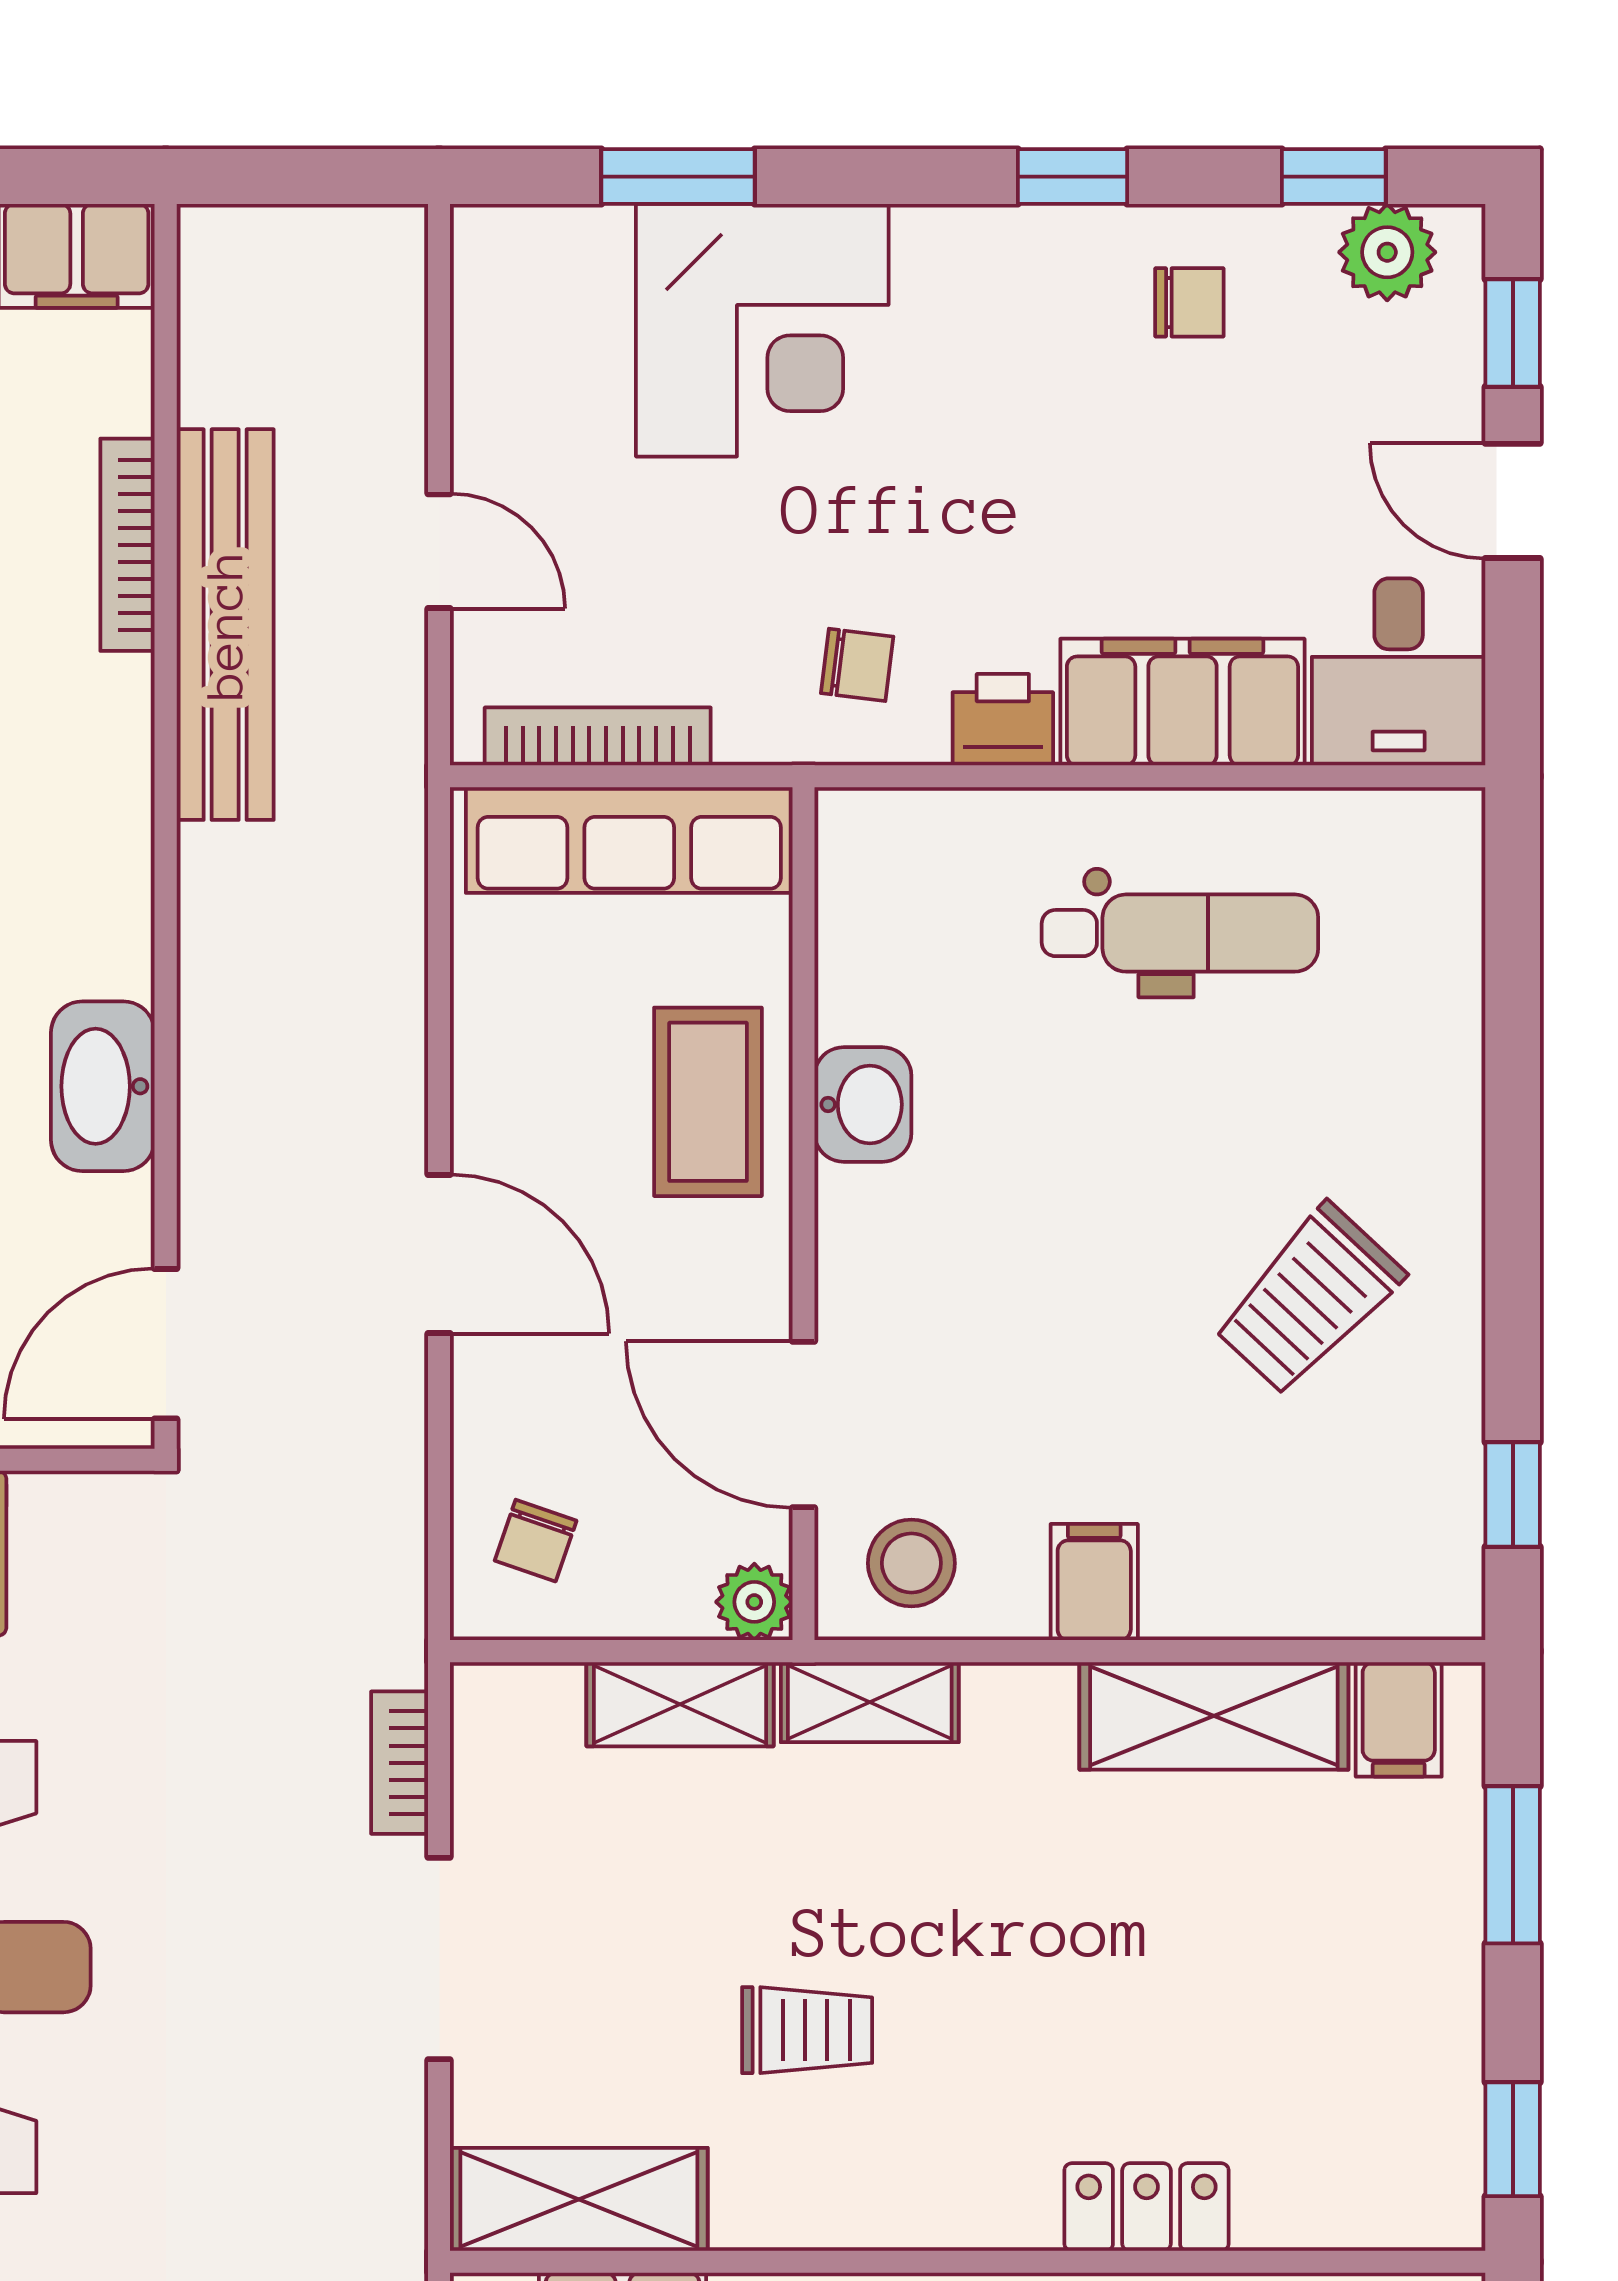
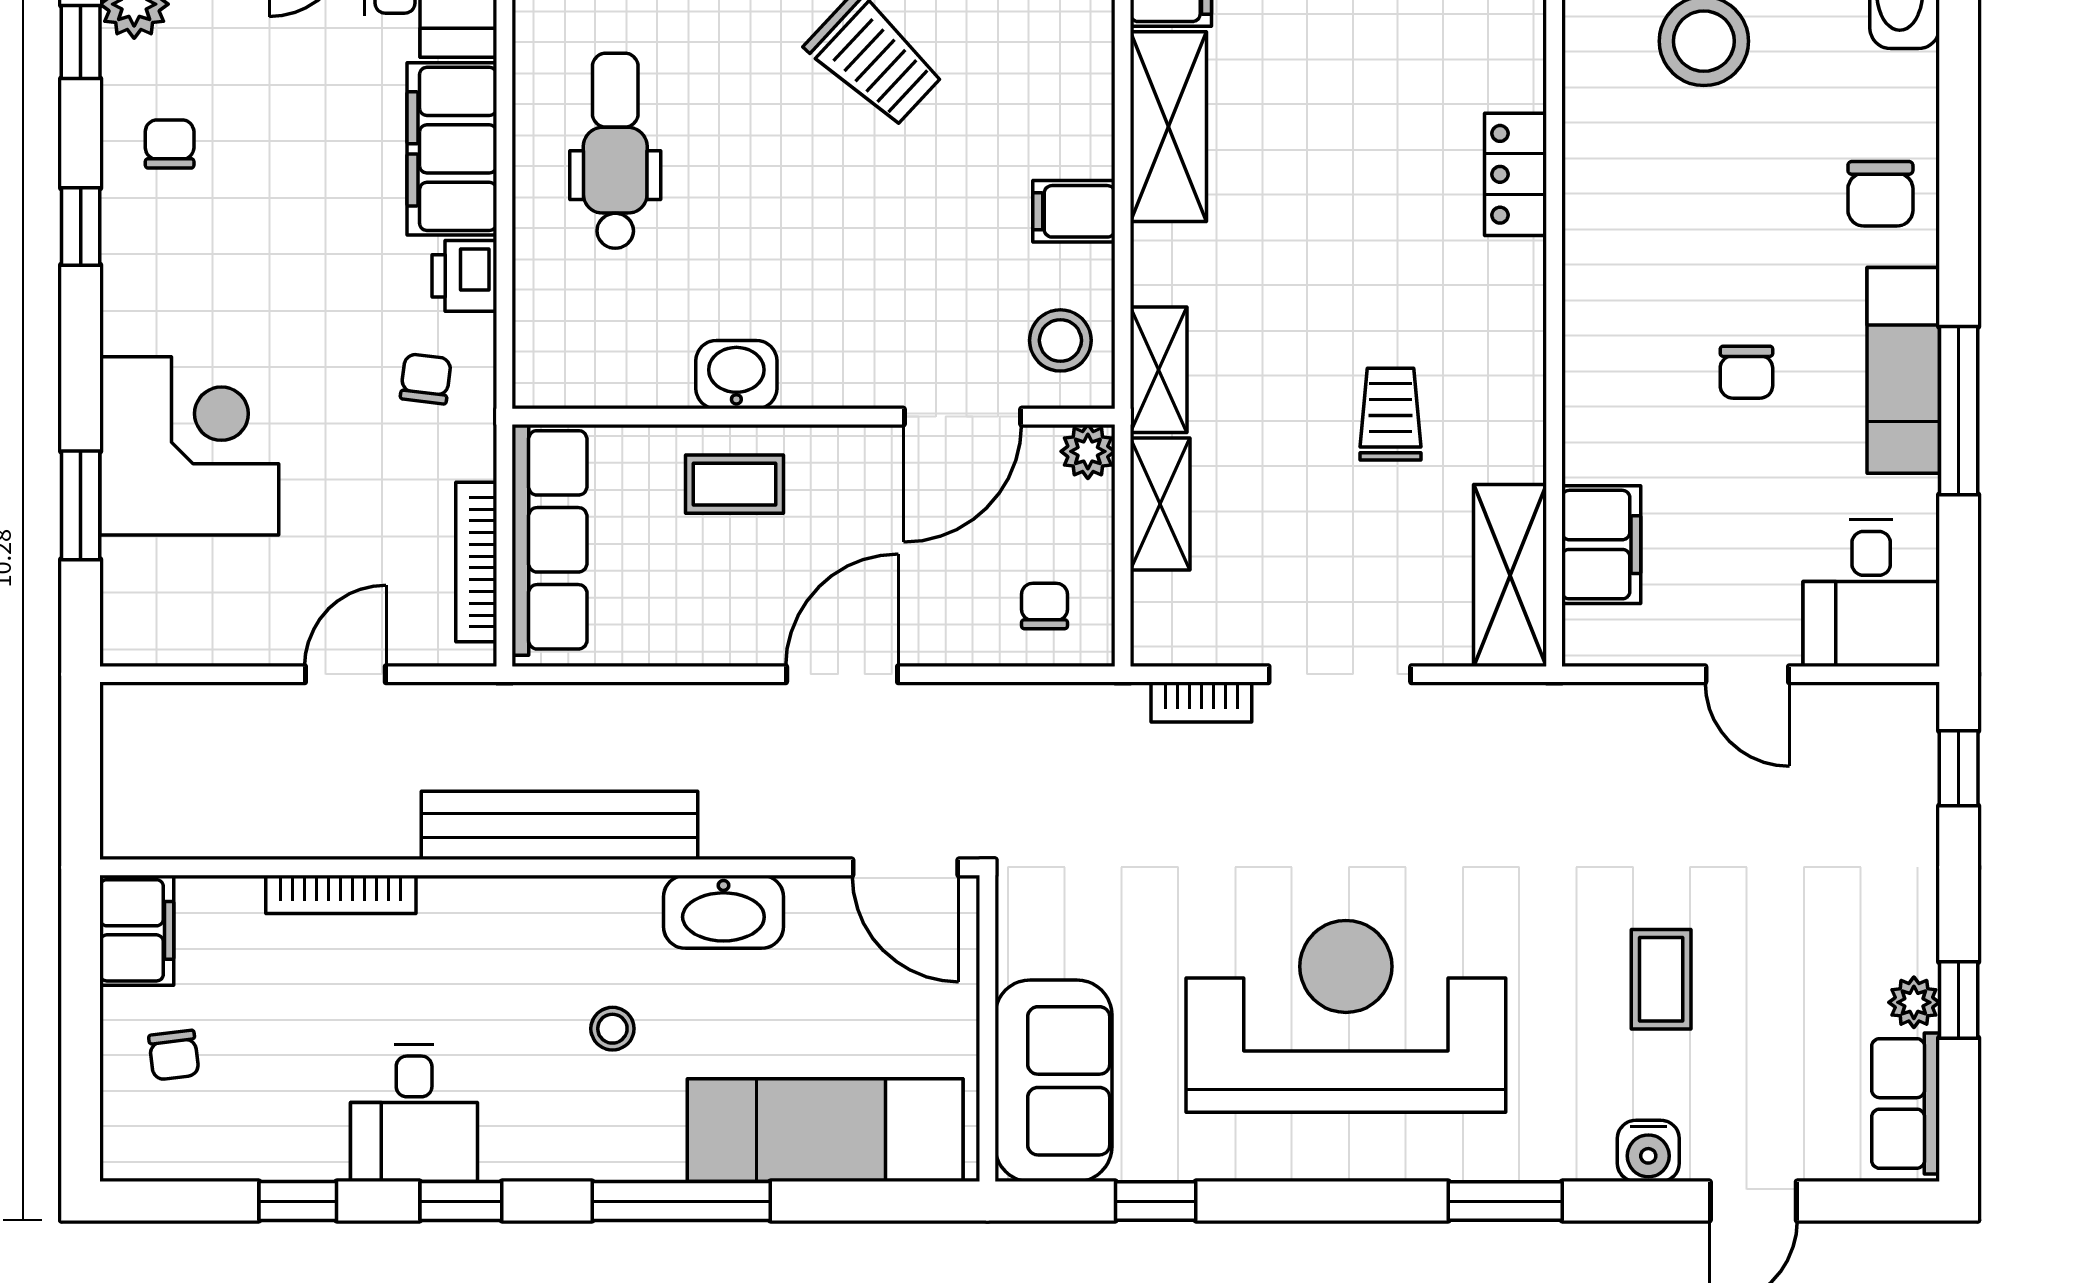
bench: (225, 625) -> (559, 825), moved
coffee table: (708, 1102) -> (734, 484), width x0.73, depth x0.77
chair: (536, 1541) -> (1045, 606), turned -109

